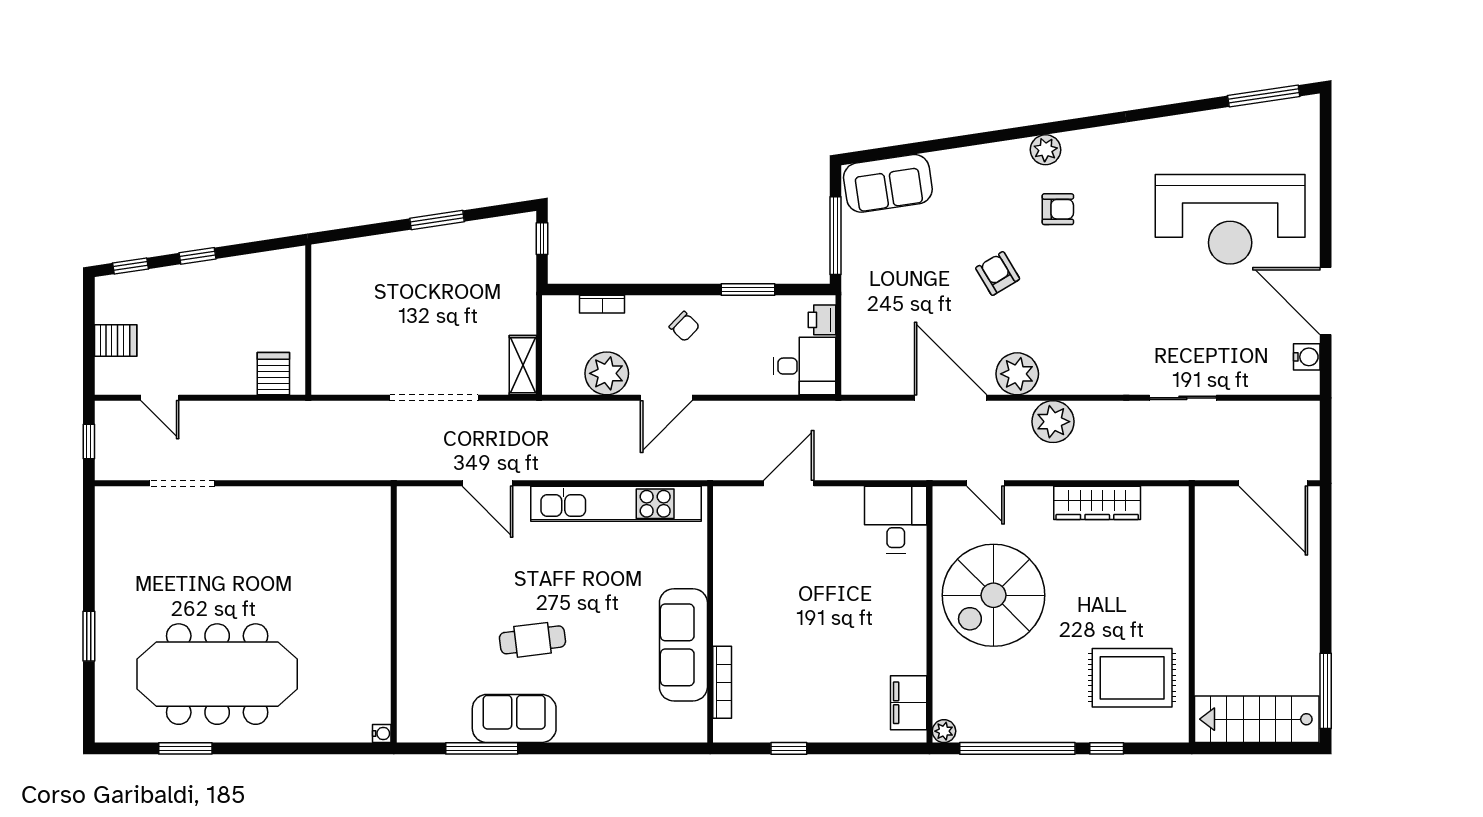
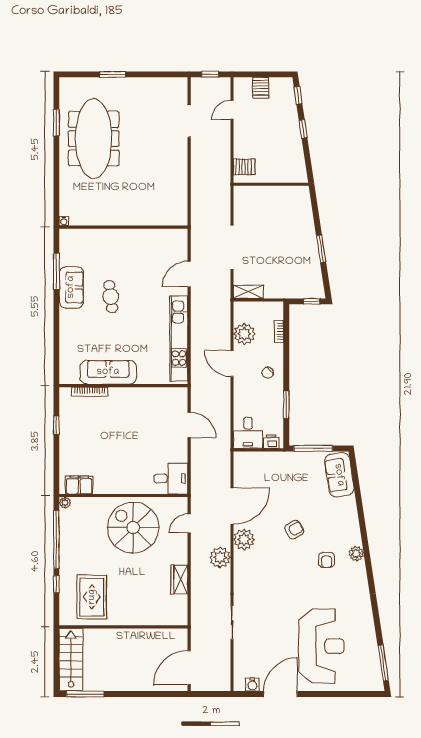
reception desk: (1230, 219) -> (321, 646), turned 180
wardrobe: (1097, 503) -> (179, 579), width x0.67

